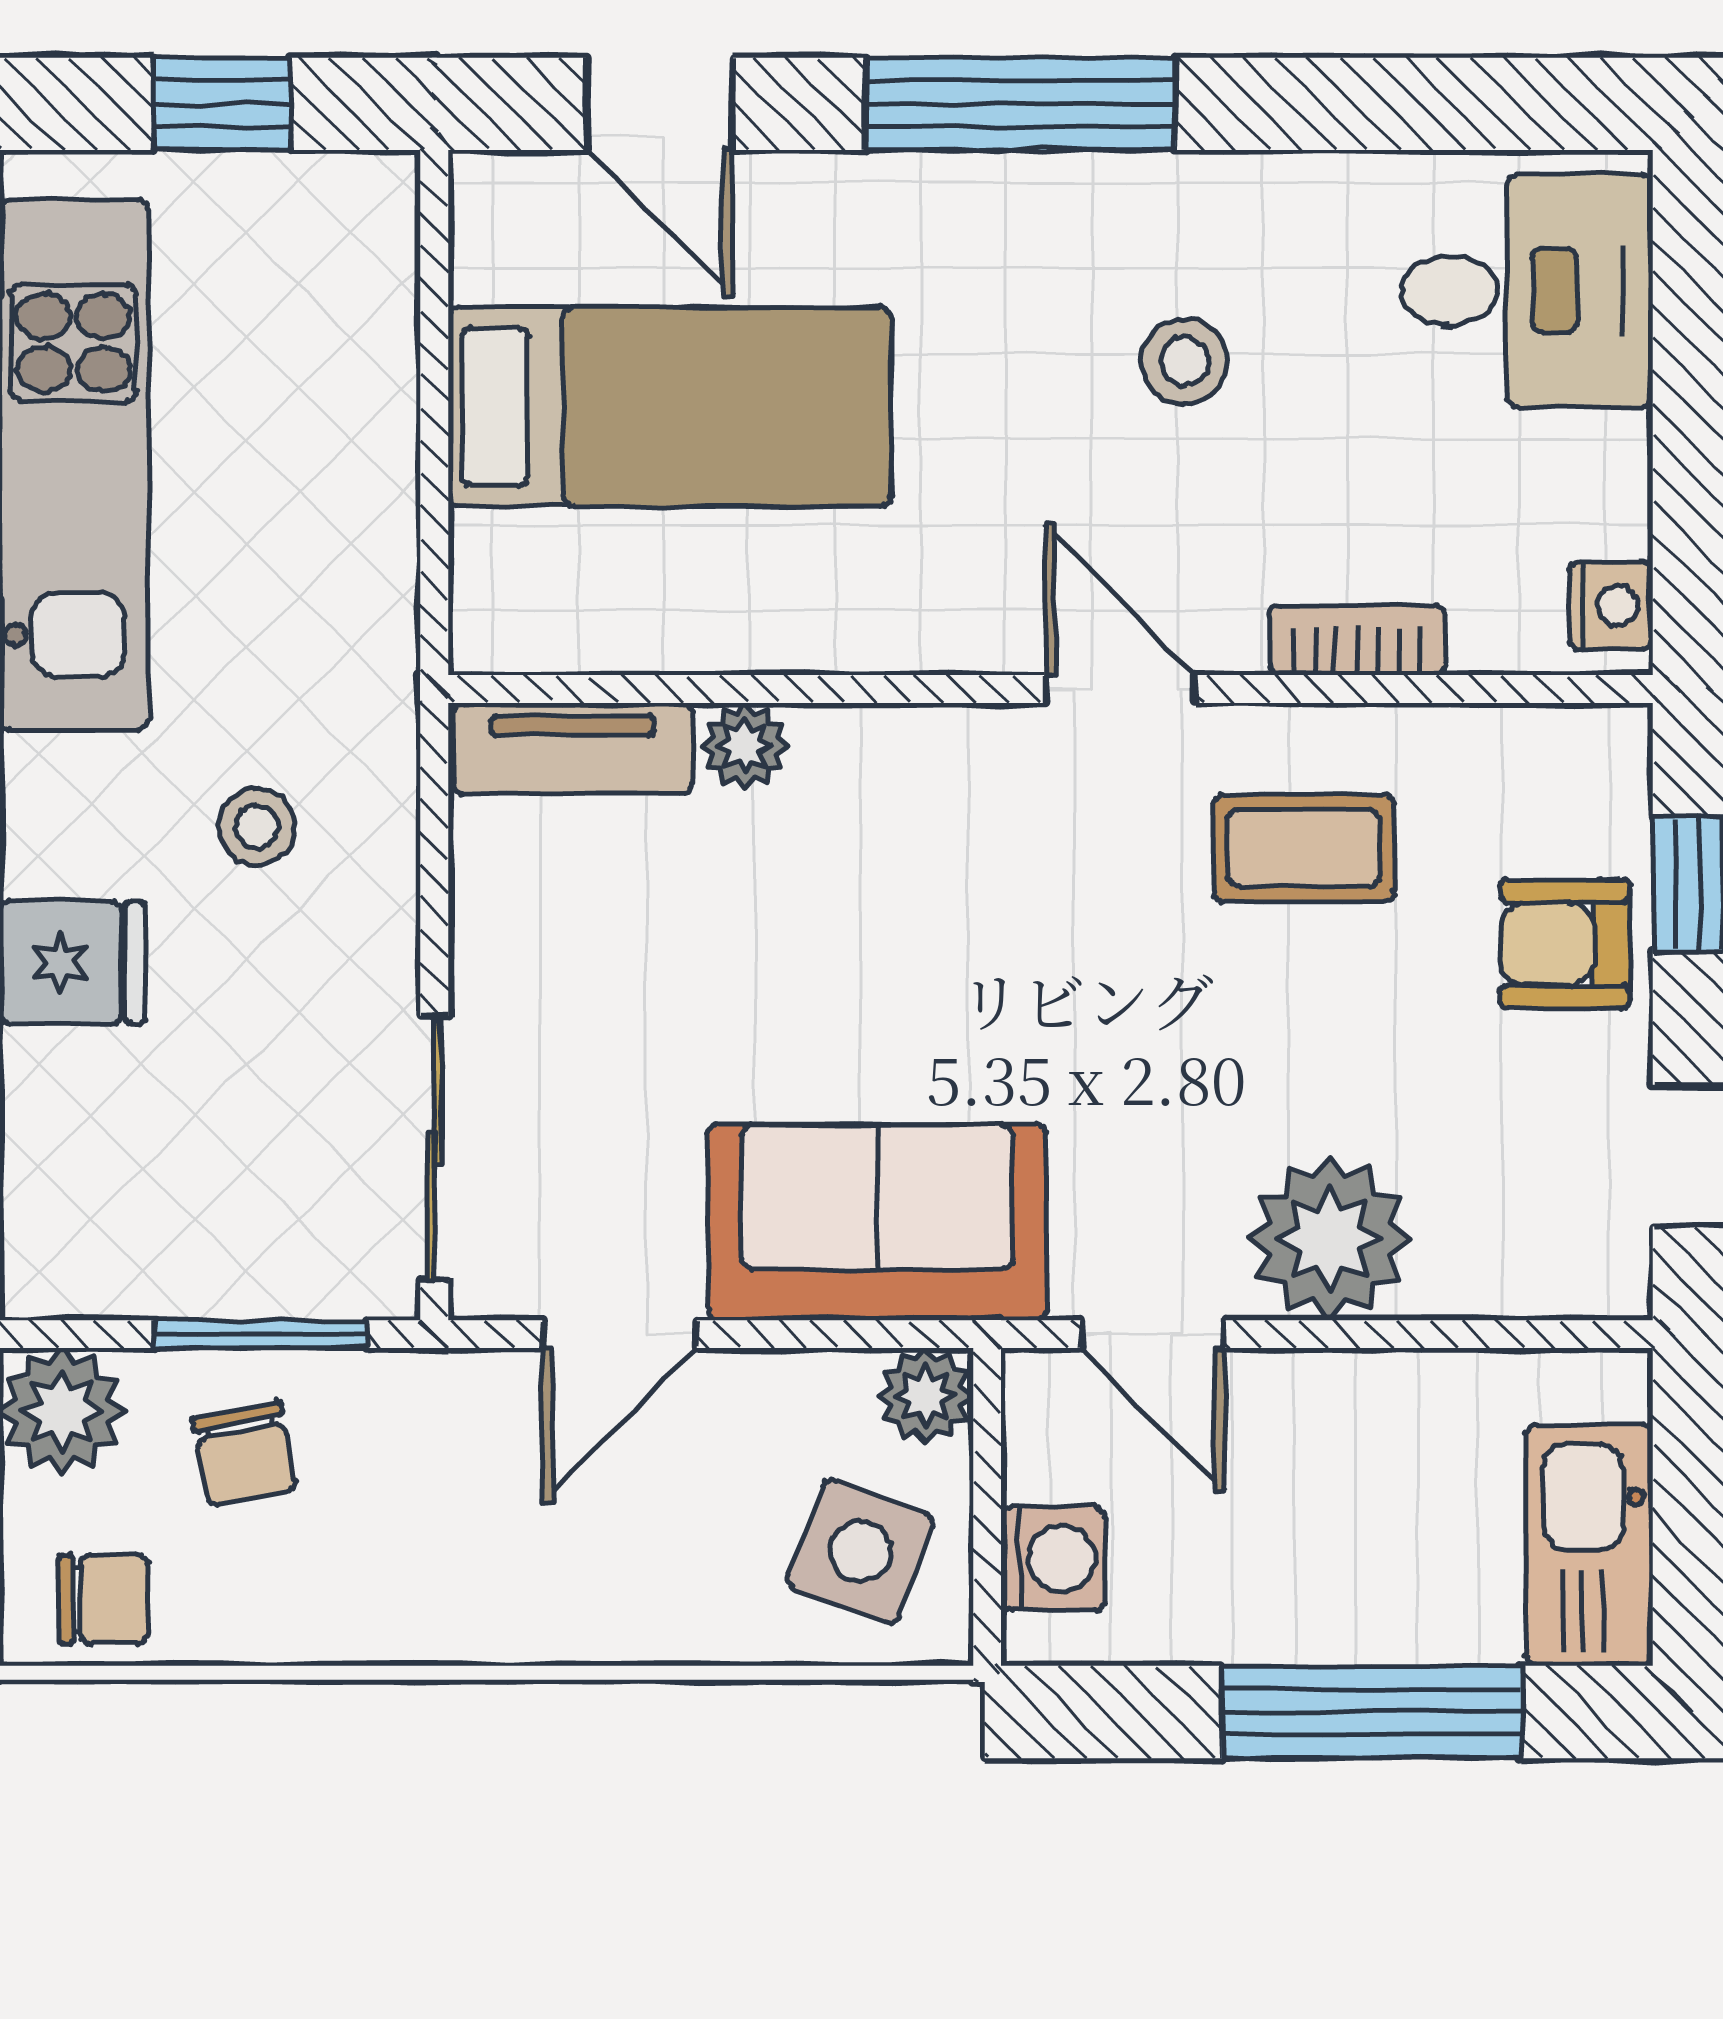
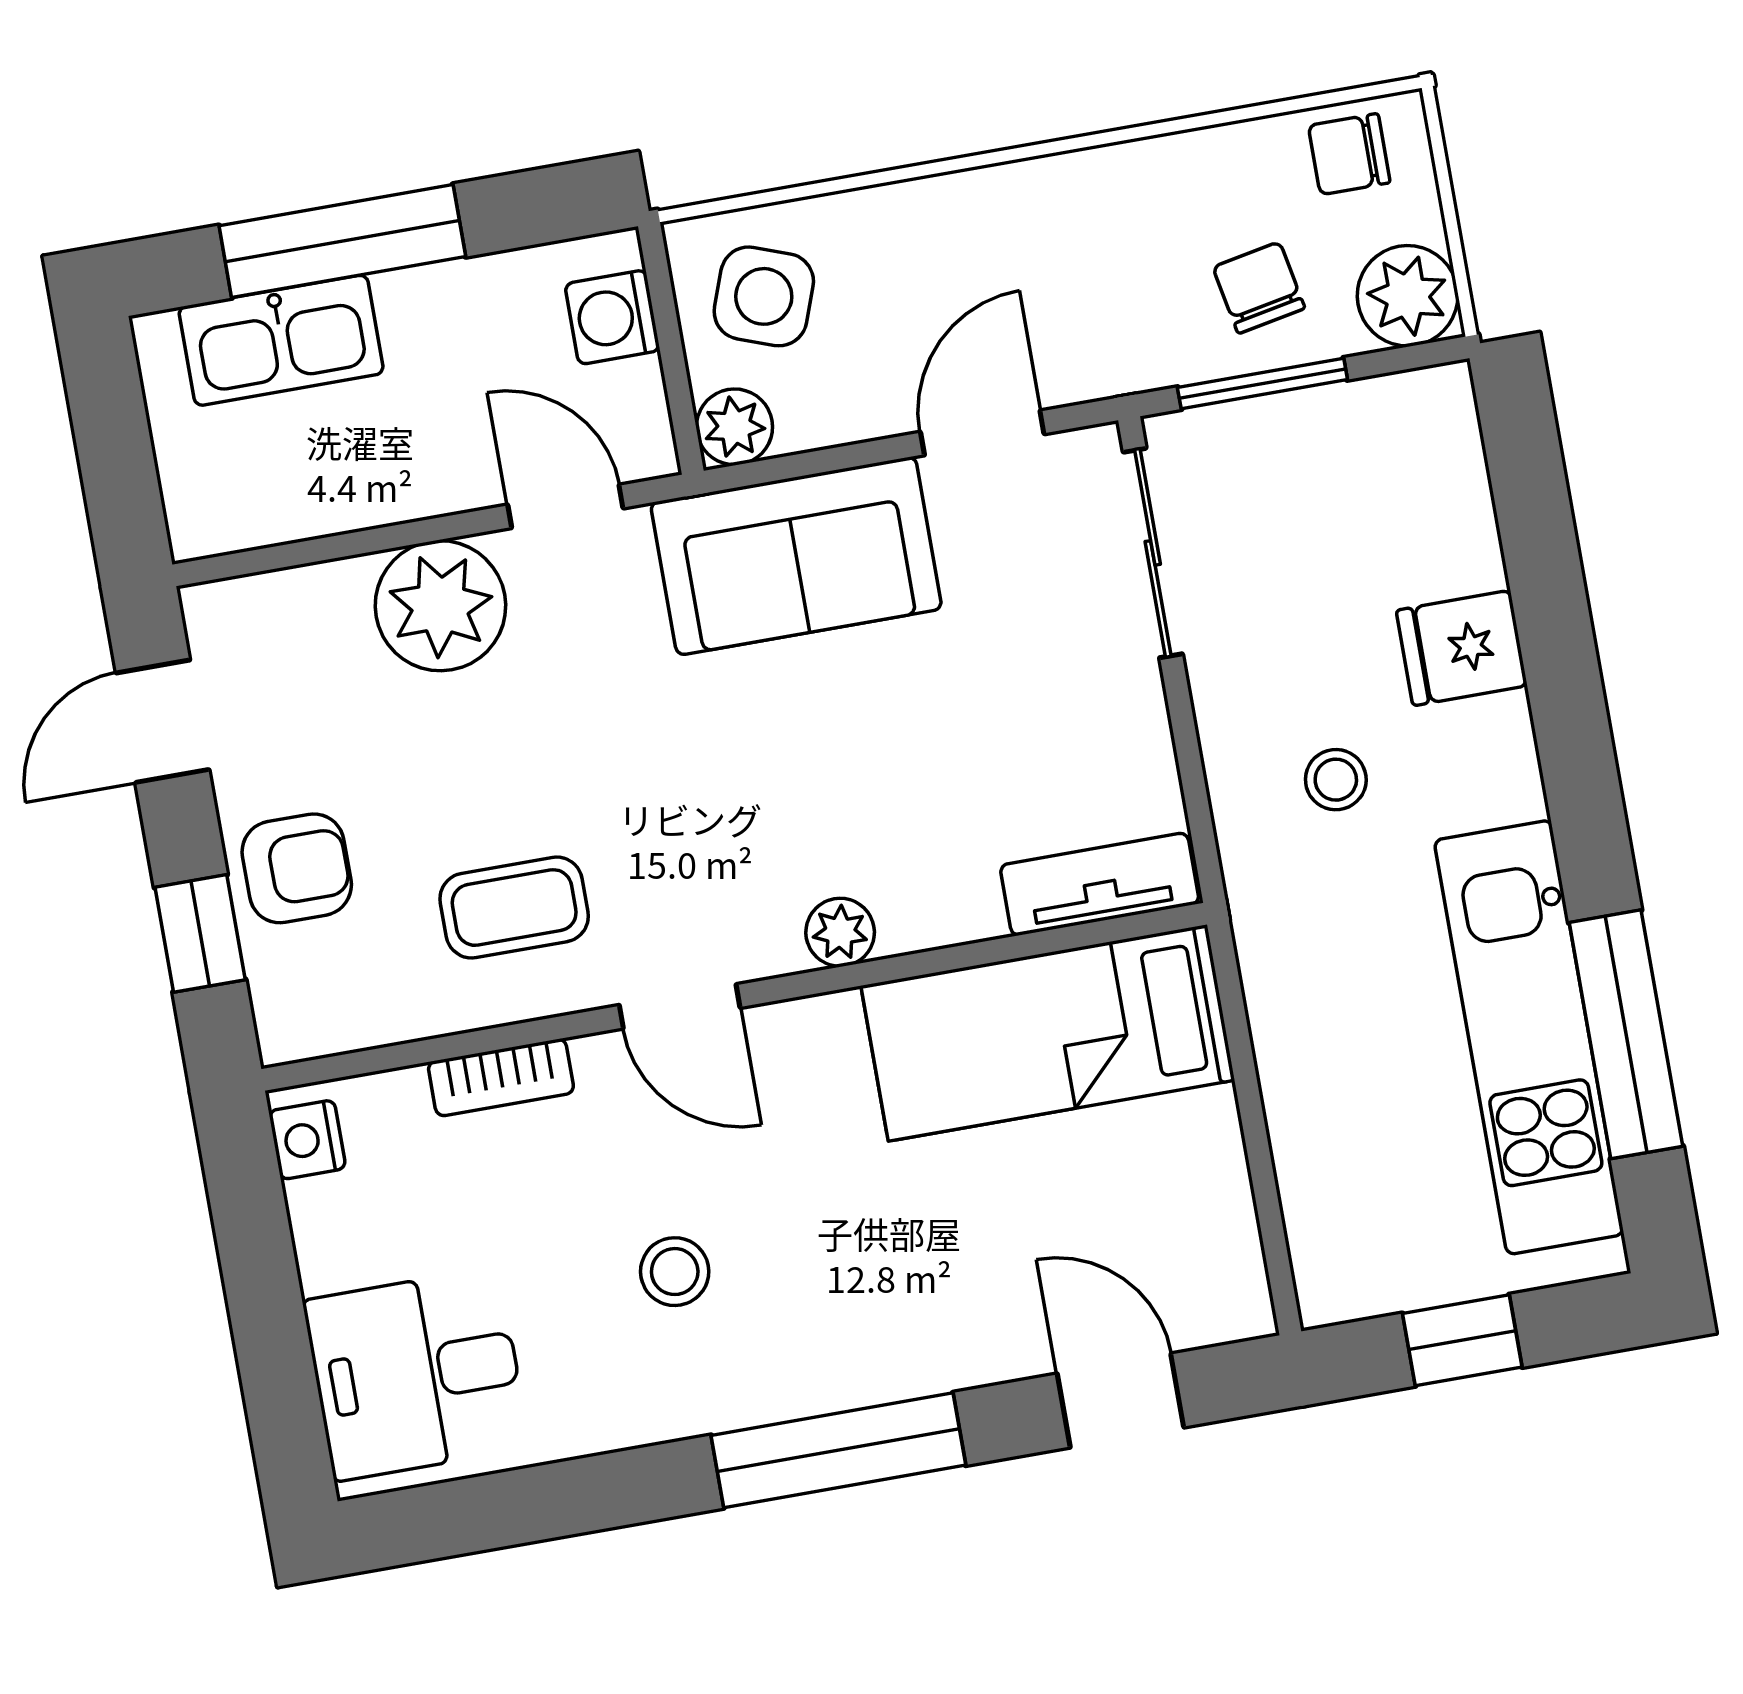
bed: (669, 407) -> (1048, 1033), moved
plant: (745, 746) -> (840, 932), moved
kitchen sink: (1589, 1545) -> (281, 340), moved, turned 90

